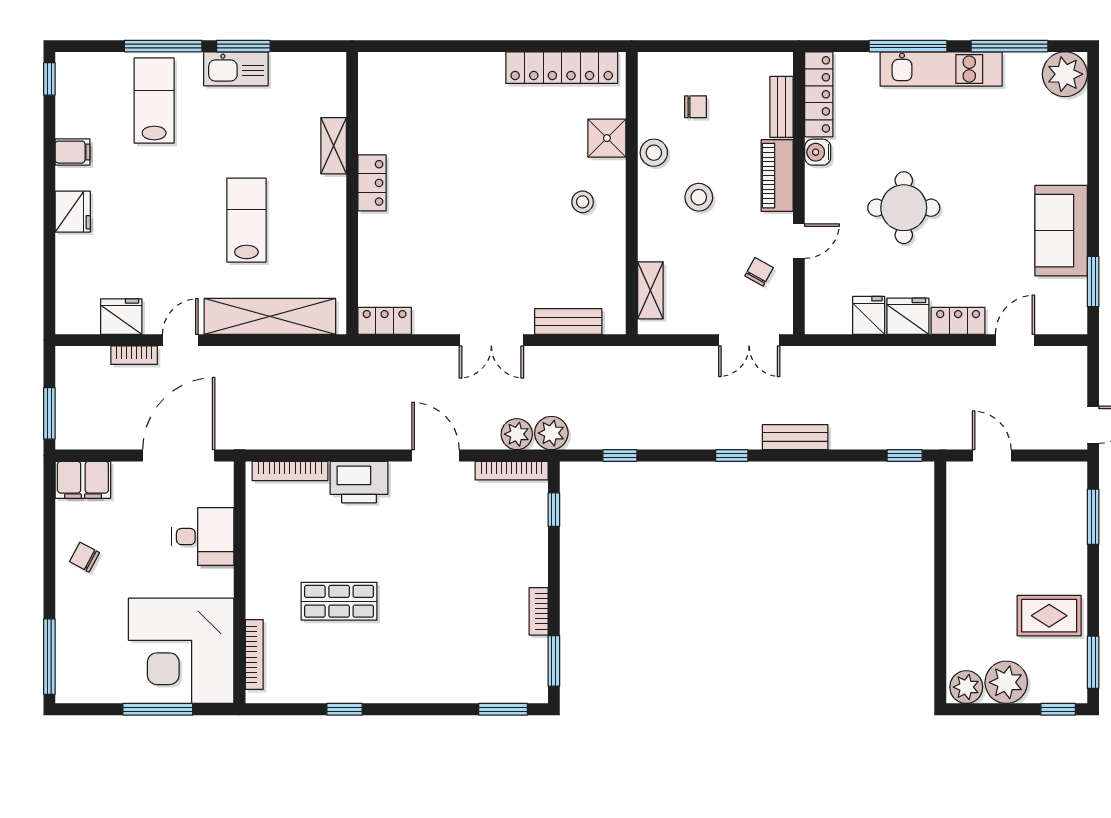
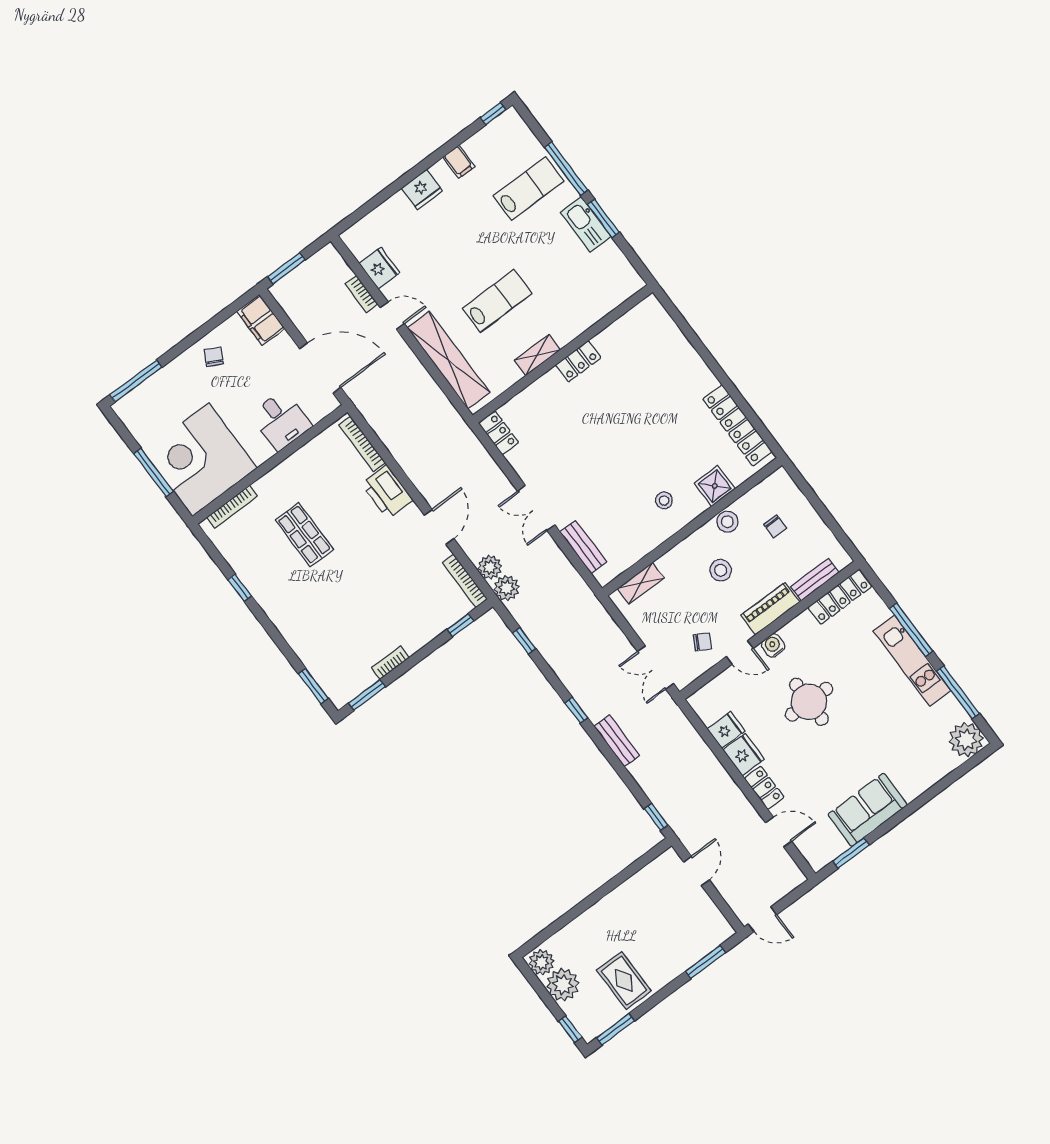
shelving: (334, 146) -> (537, 355), moved
water cooler: (818, 152) -> (773, 646), moved

